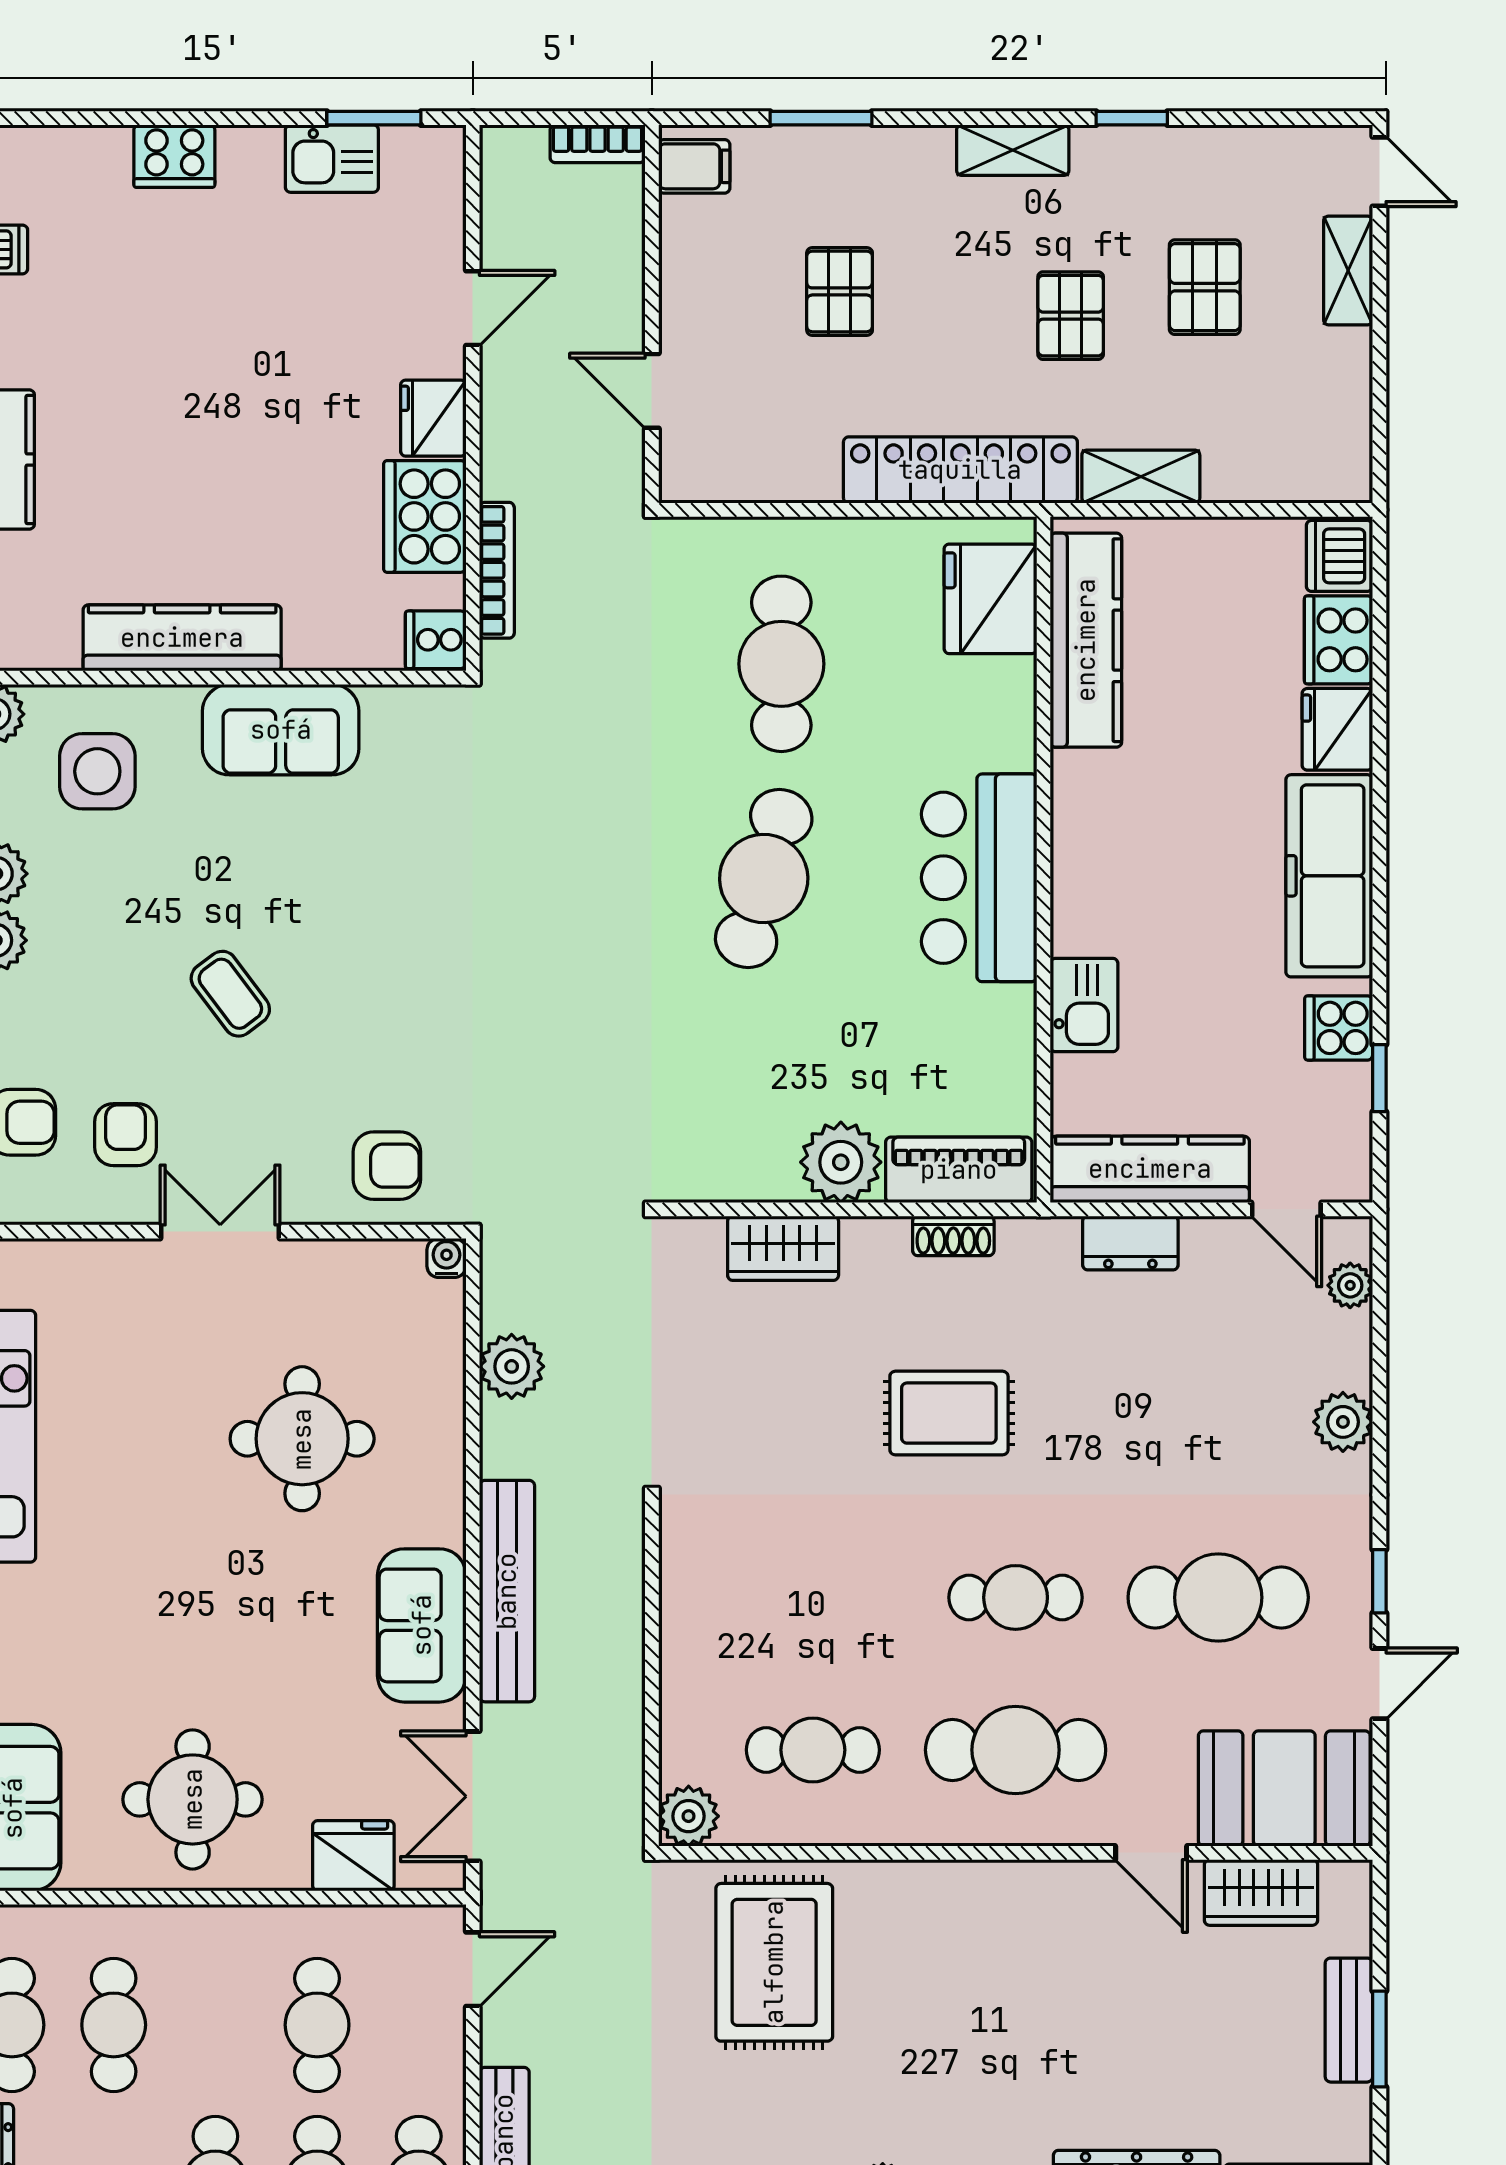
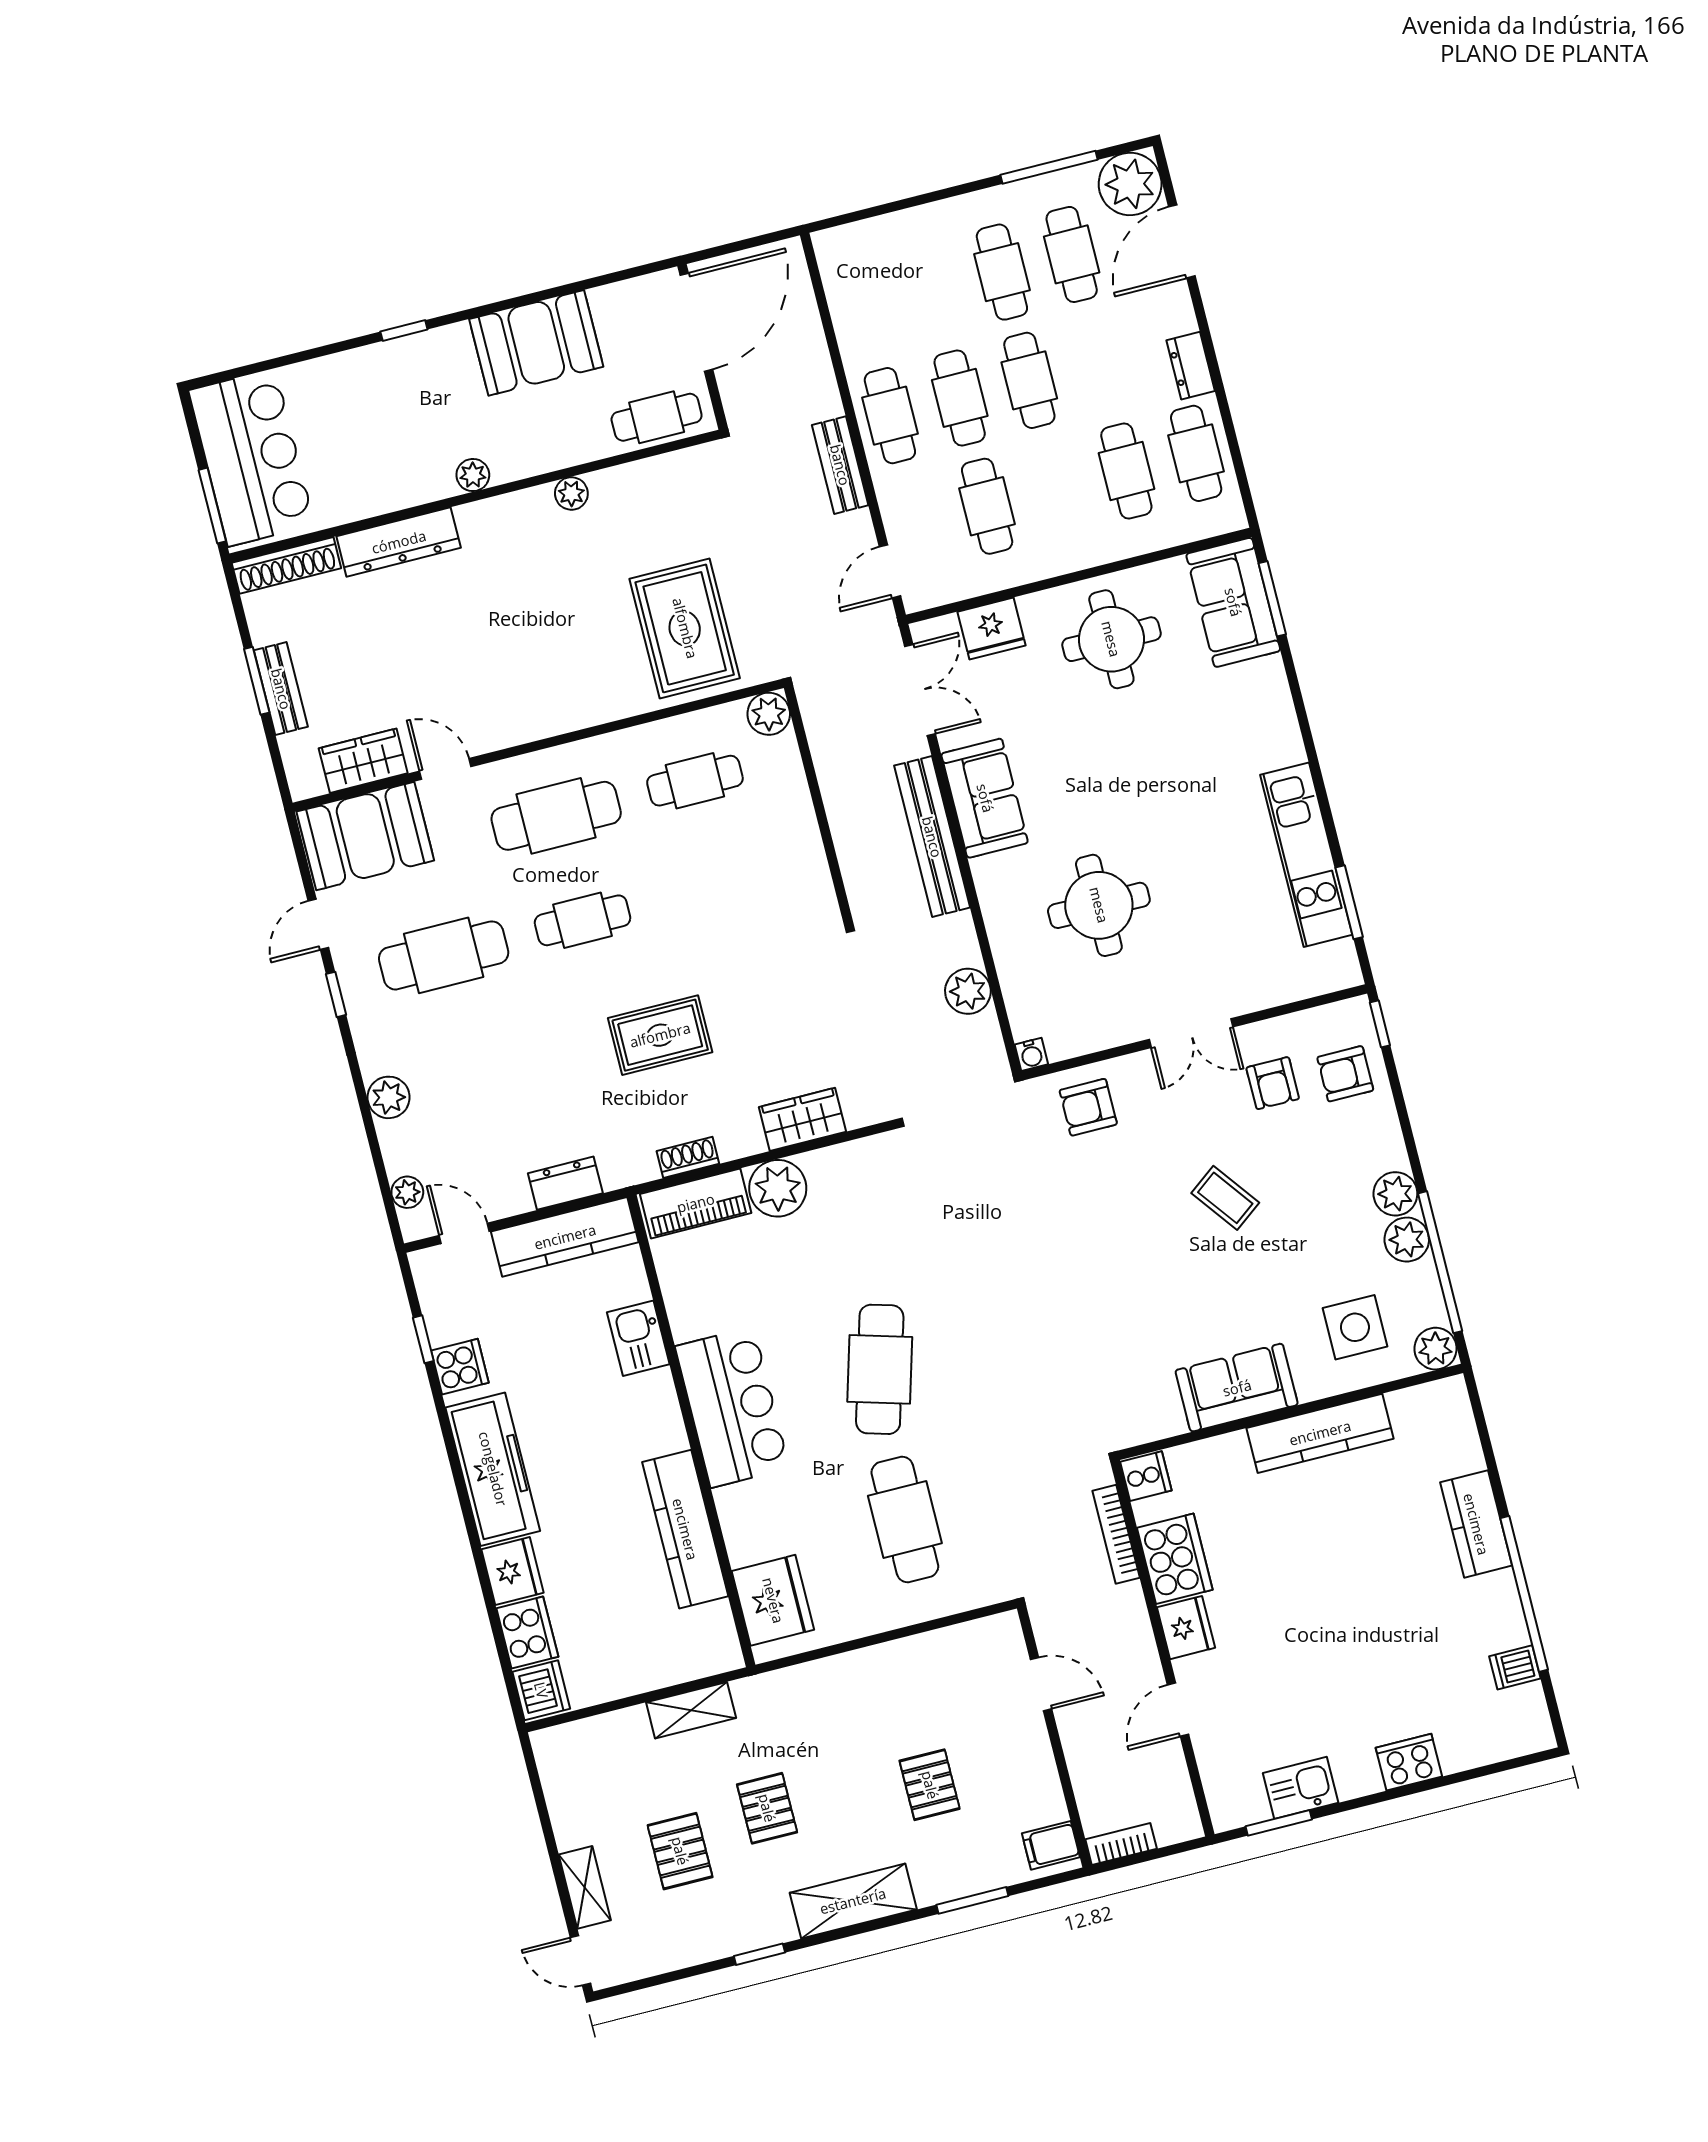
shelving: (1013, 150) -> (853, 1901), width x1.50, depth x1.33
locker: (960, 470) -> (816, 1683), removed
kitchen counter: (1086, 640) -> (685, 1529), moved

